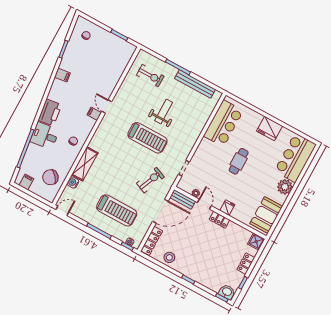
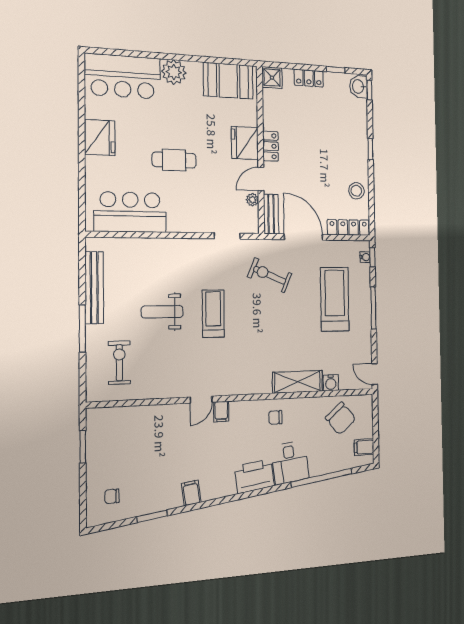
treadmill: (147, 138) -> (213, 314), width x0.73, depth x0.73
fridge: (227, 208) -> (245, 143), width x1.88, depth x1.34

